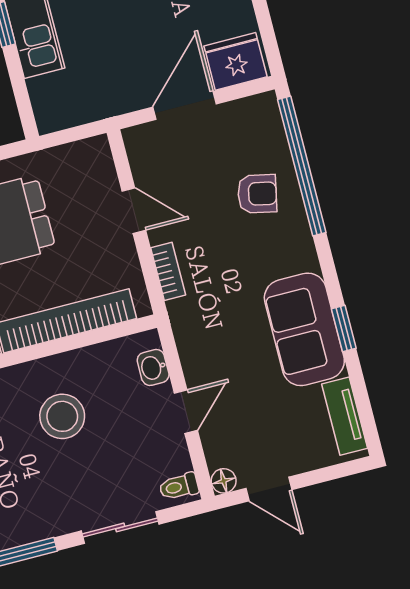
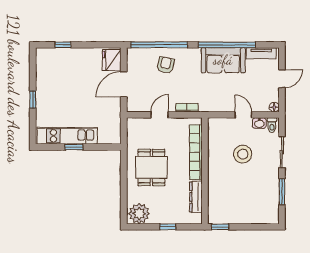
door: (185, 105) -> (124, 84), hinge flipped
window: (344, 329) -> (227, 45), width x3.17
washbasin: (153, 367) -> (259, 123), moved
stool: (62, 416) -> (243, 154), moved
door: (269, 489) -> (282, 79), moved

